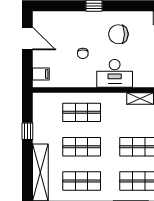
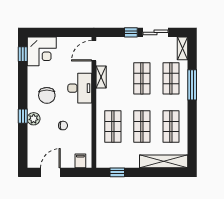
plant: (91, 19) -> (34, 119), added
desk: (115, 73) -> (80, 88), moved
window: (27, 131) -> (117, 172), moved

